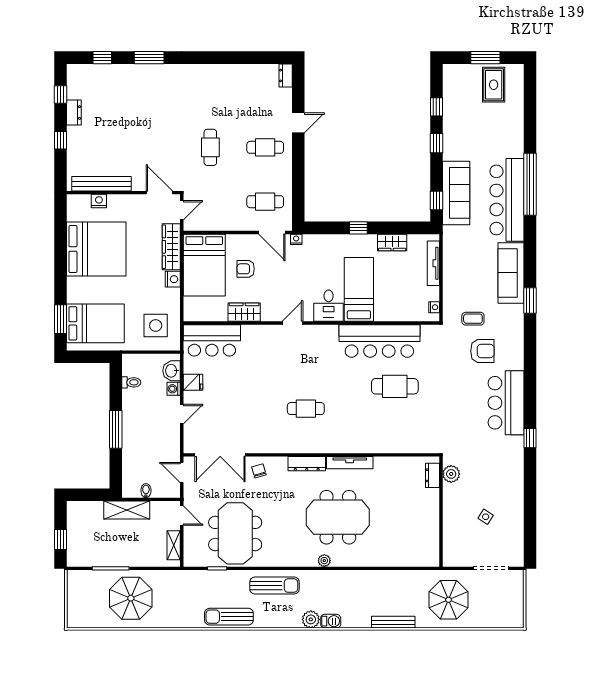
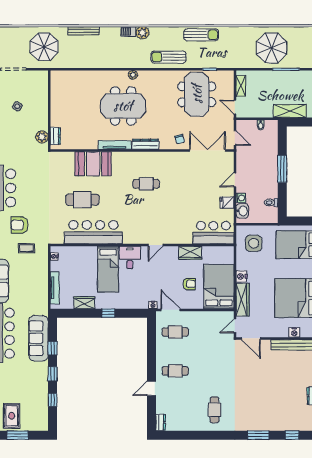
cafe table: (210, 147) -> (215, 410), moved
window: (436, 201) -> (53, 348), moved
booth: (380, 436) -> (93, 164), added
shelving: (127, 510) -> (290, 111), moved

